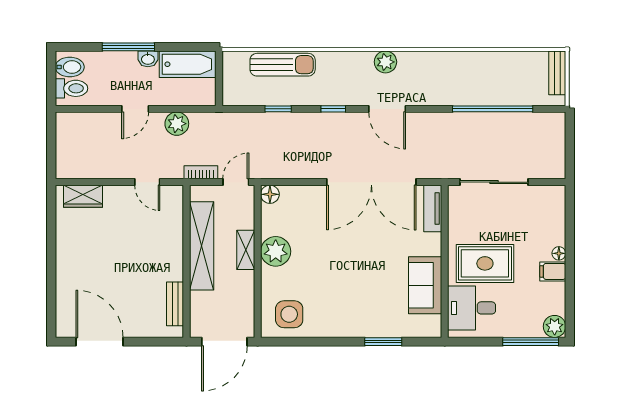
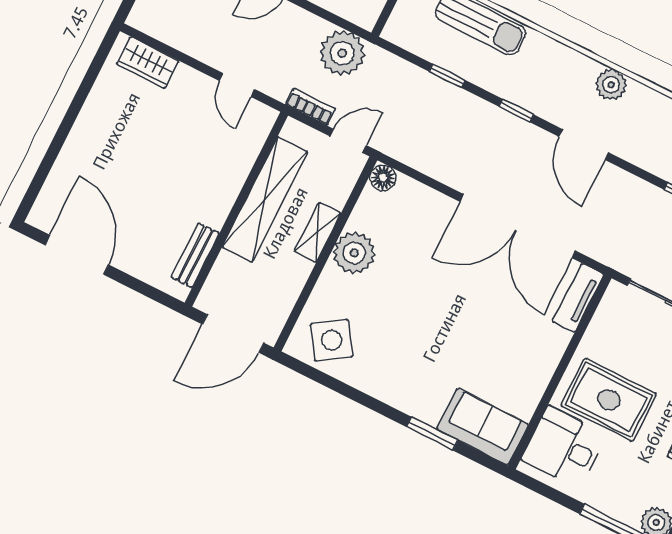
plant: (177, 124) -> (342, 53), moved, width x1.36, depth x1.36
sofa: (425, 285) -> (482, 427), moved, turned 90
side table: (289, 314) -> (332, 340), turned -34

